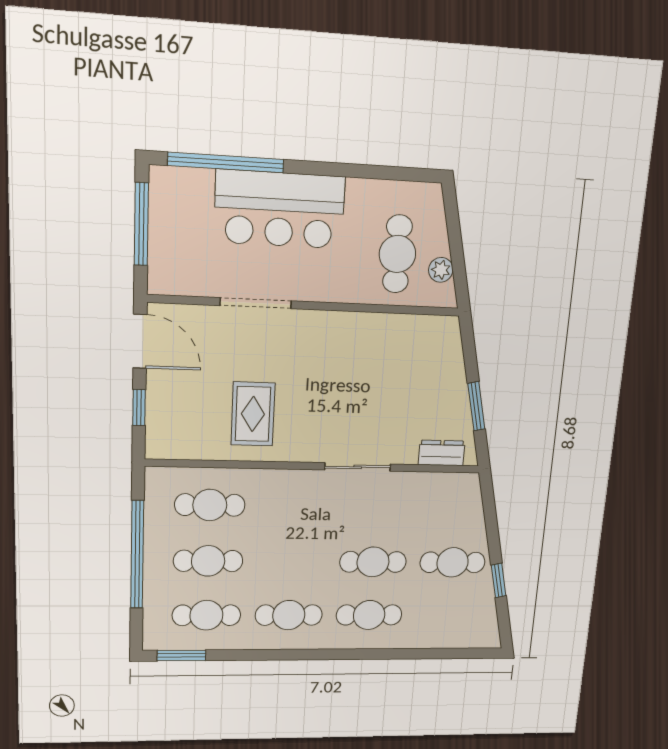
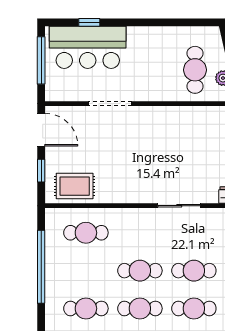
window: (226, 162) -> (89, 22), width x0.32
bar counter: (280, 209) -> (88, 47), moved
rug: (253, 414) -> (75, 186), moved, turned 90
cafe table: (208, 561) -> (140, 271), moved

